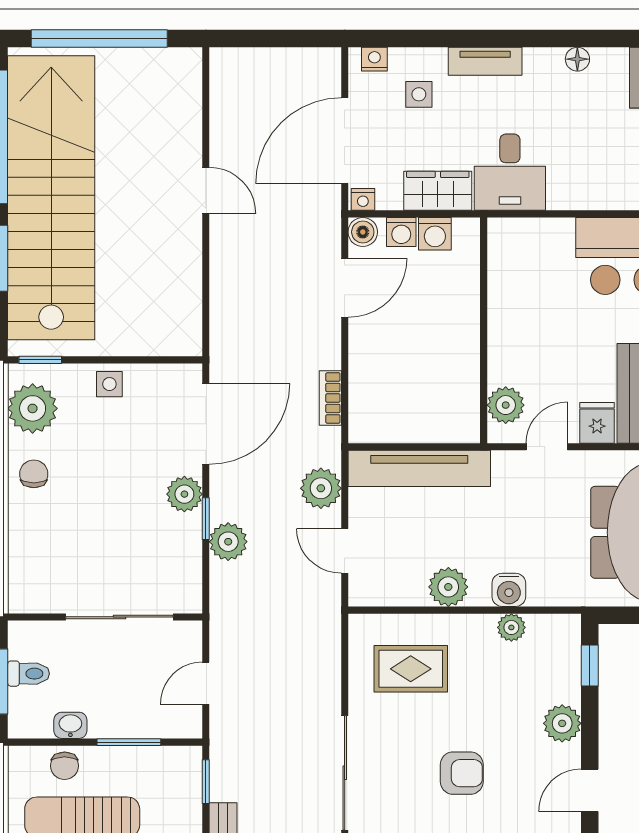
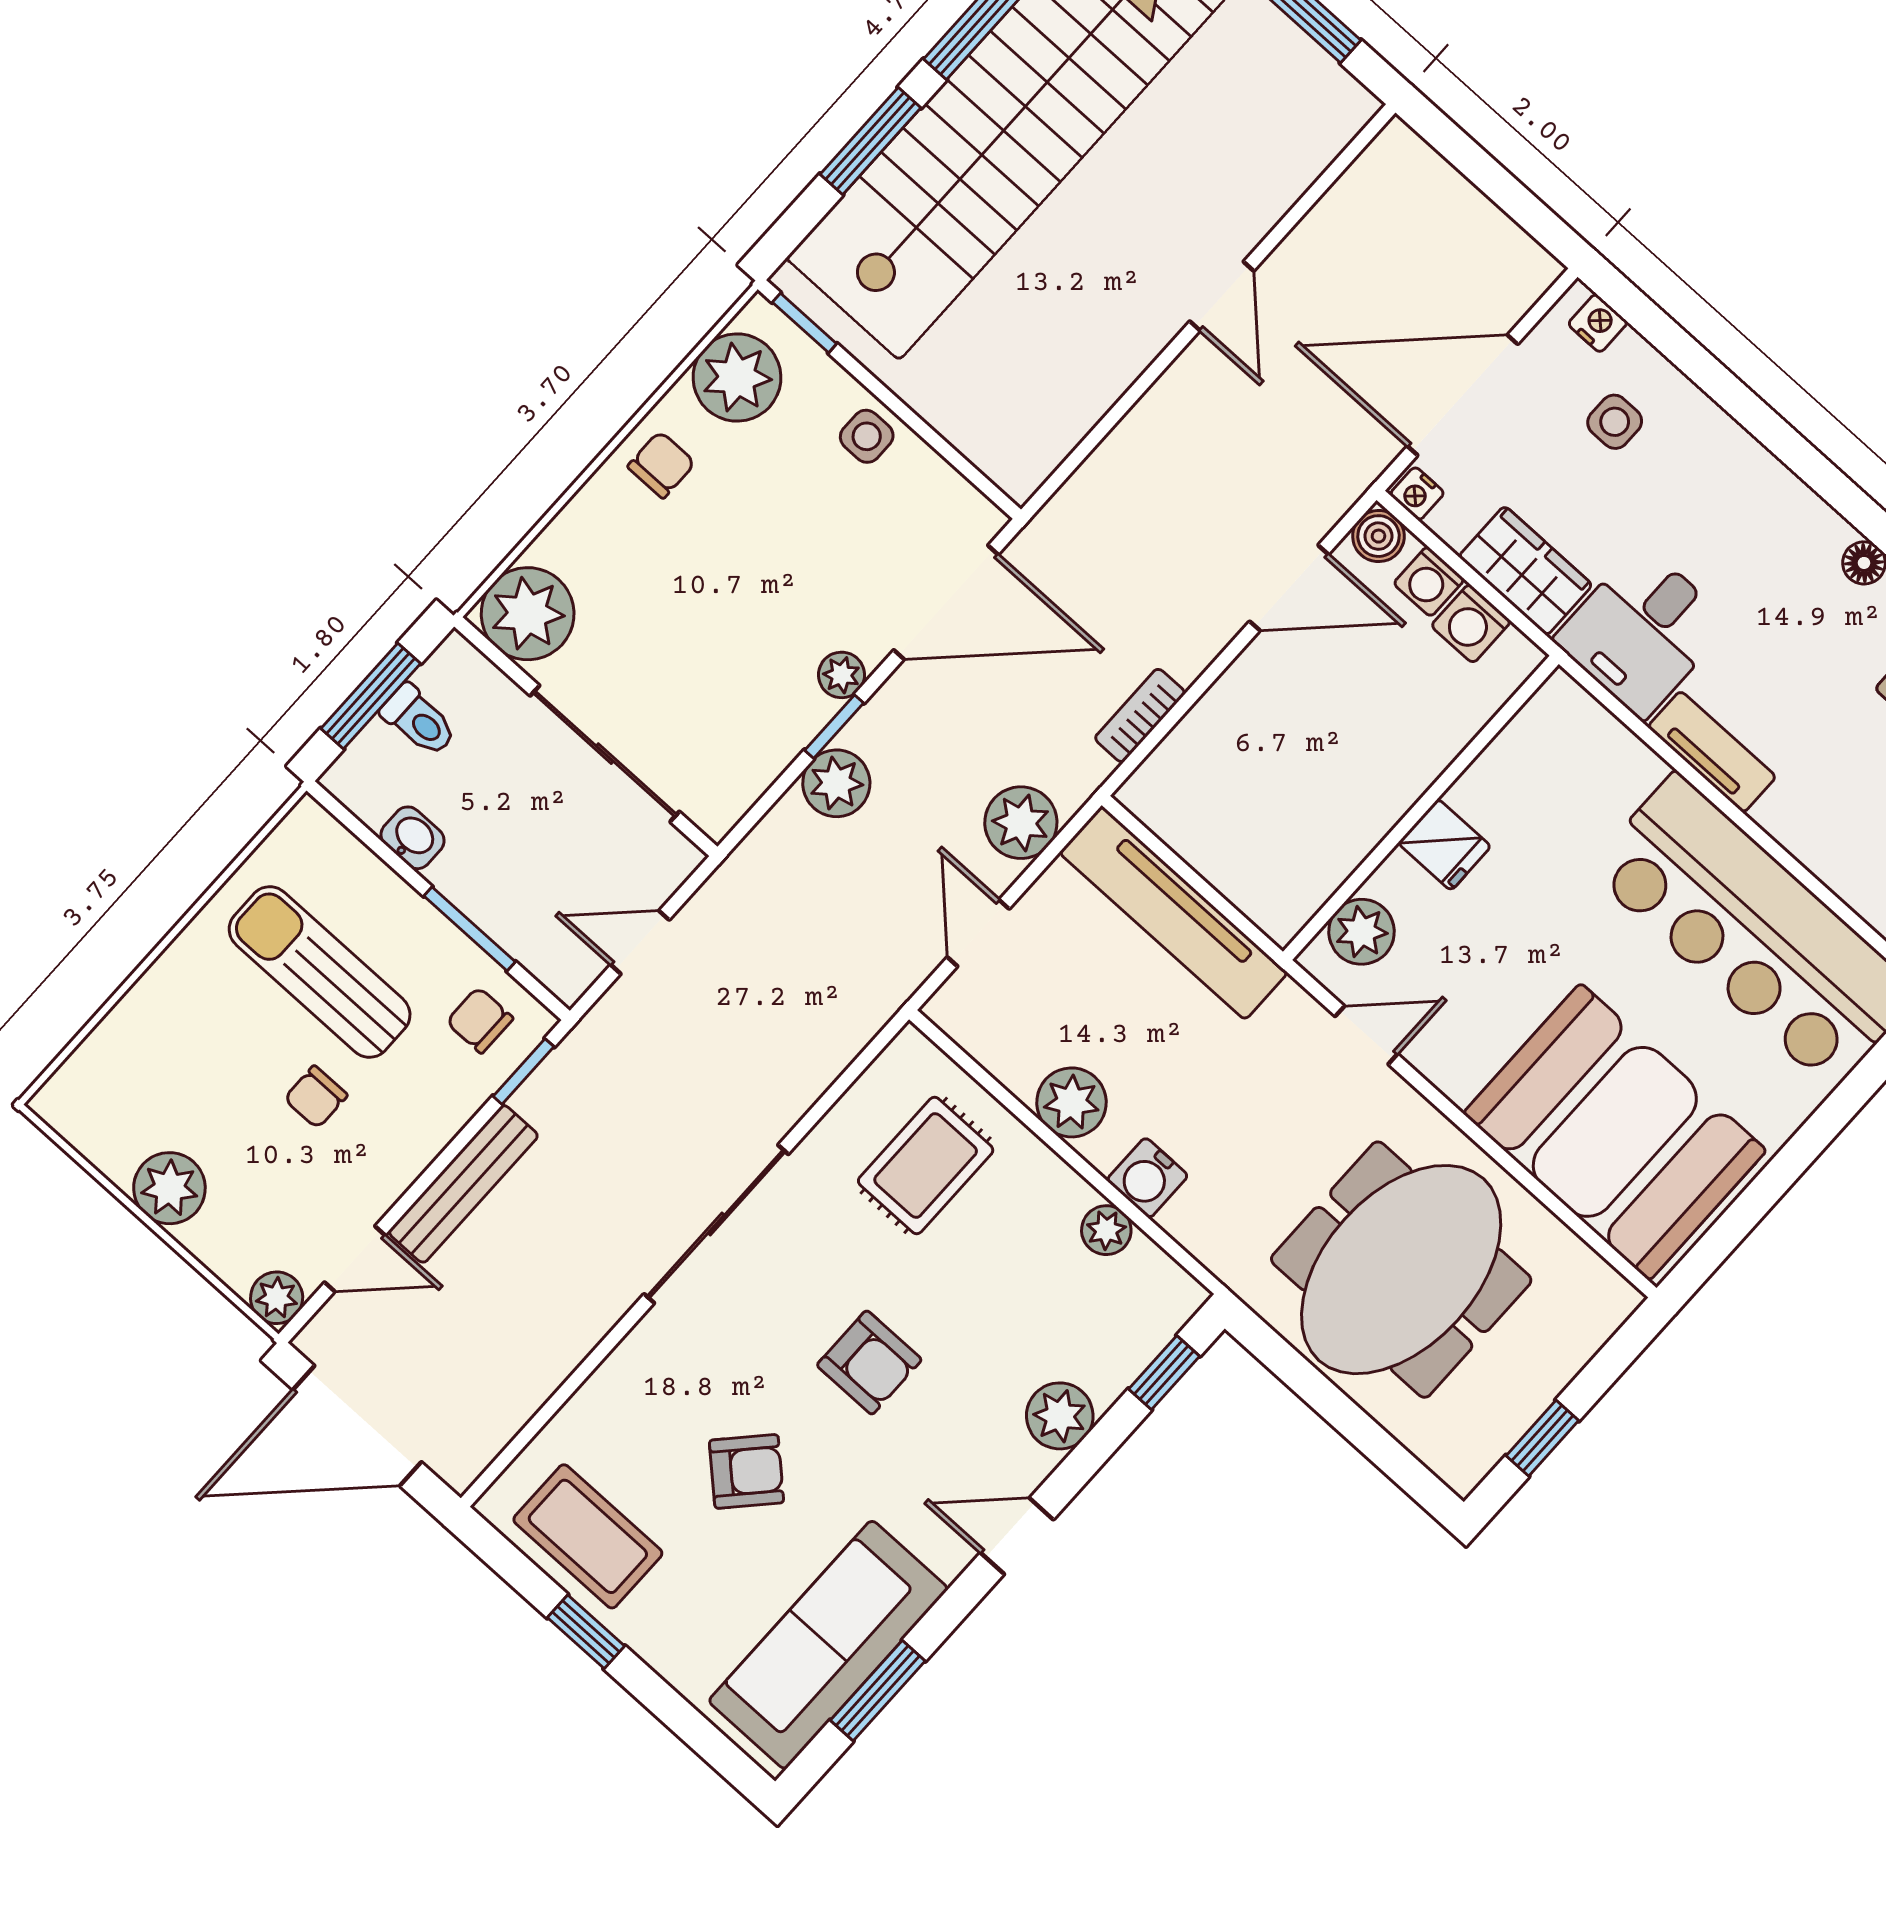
tv unit: (485, 61) -> (1712, 752), moved, turned 180
fridge: (597, 423) -> (1444, 845), moved, turned 90
plant: (184, 494) -> (841, 675), width x0.73, depth x0.73
plant: (34, 587) -> (528, 614), added
rug: (411, 669) -> (926, 1166), turned 90
chair: (65, 766) -> (480, 1020), moved, turned 90

